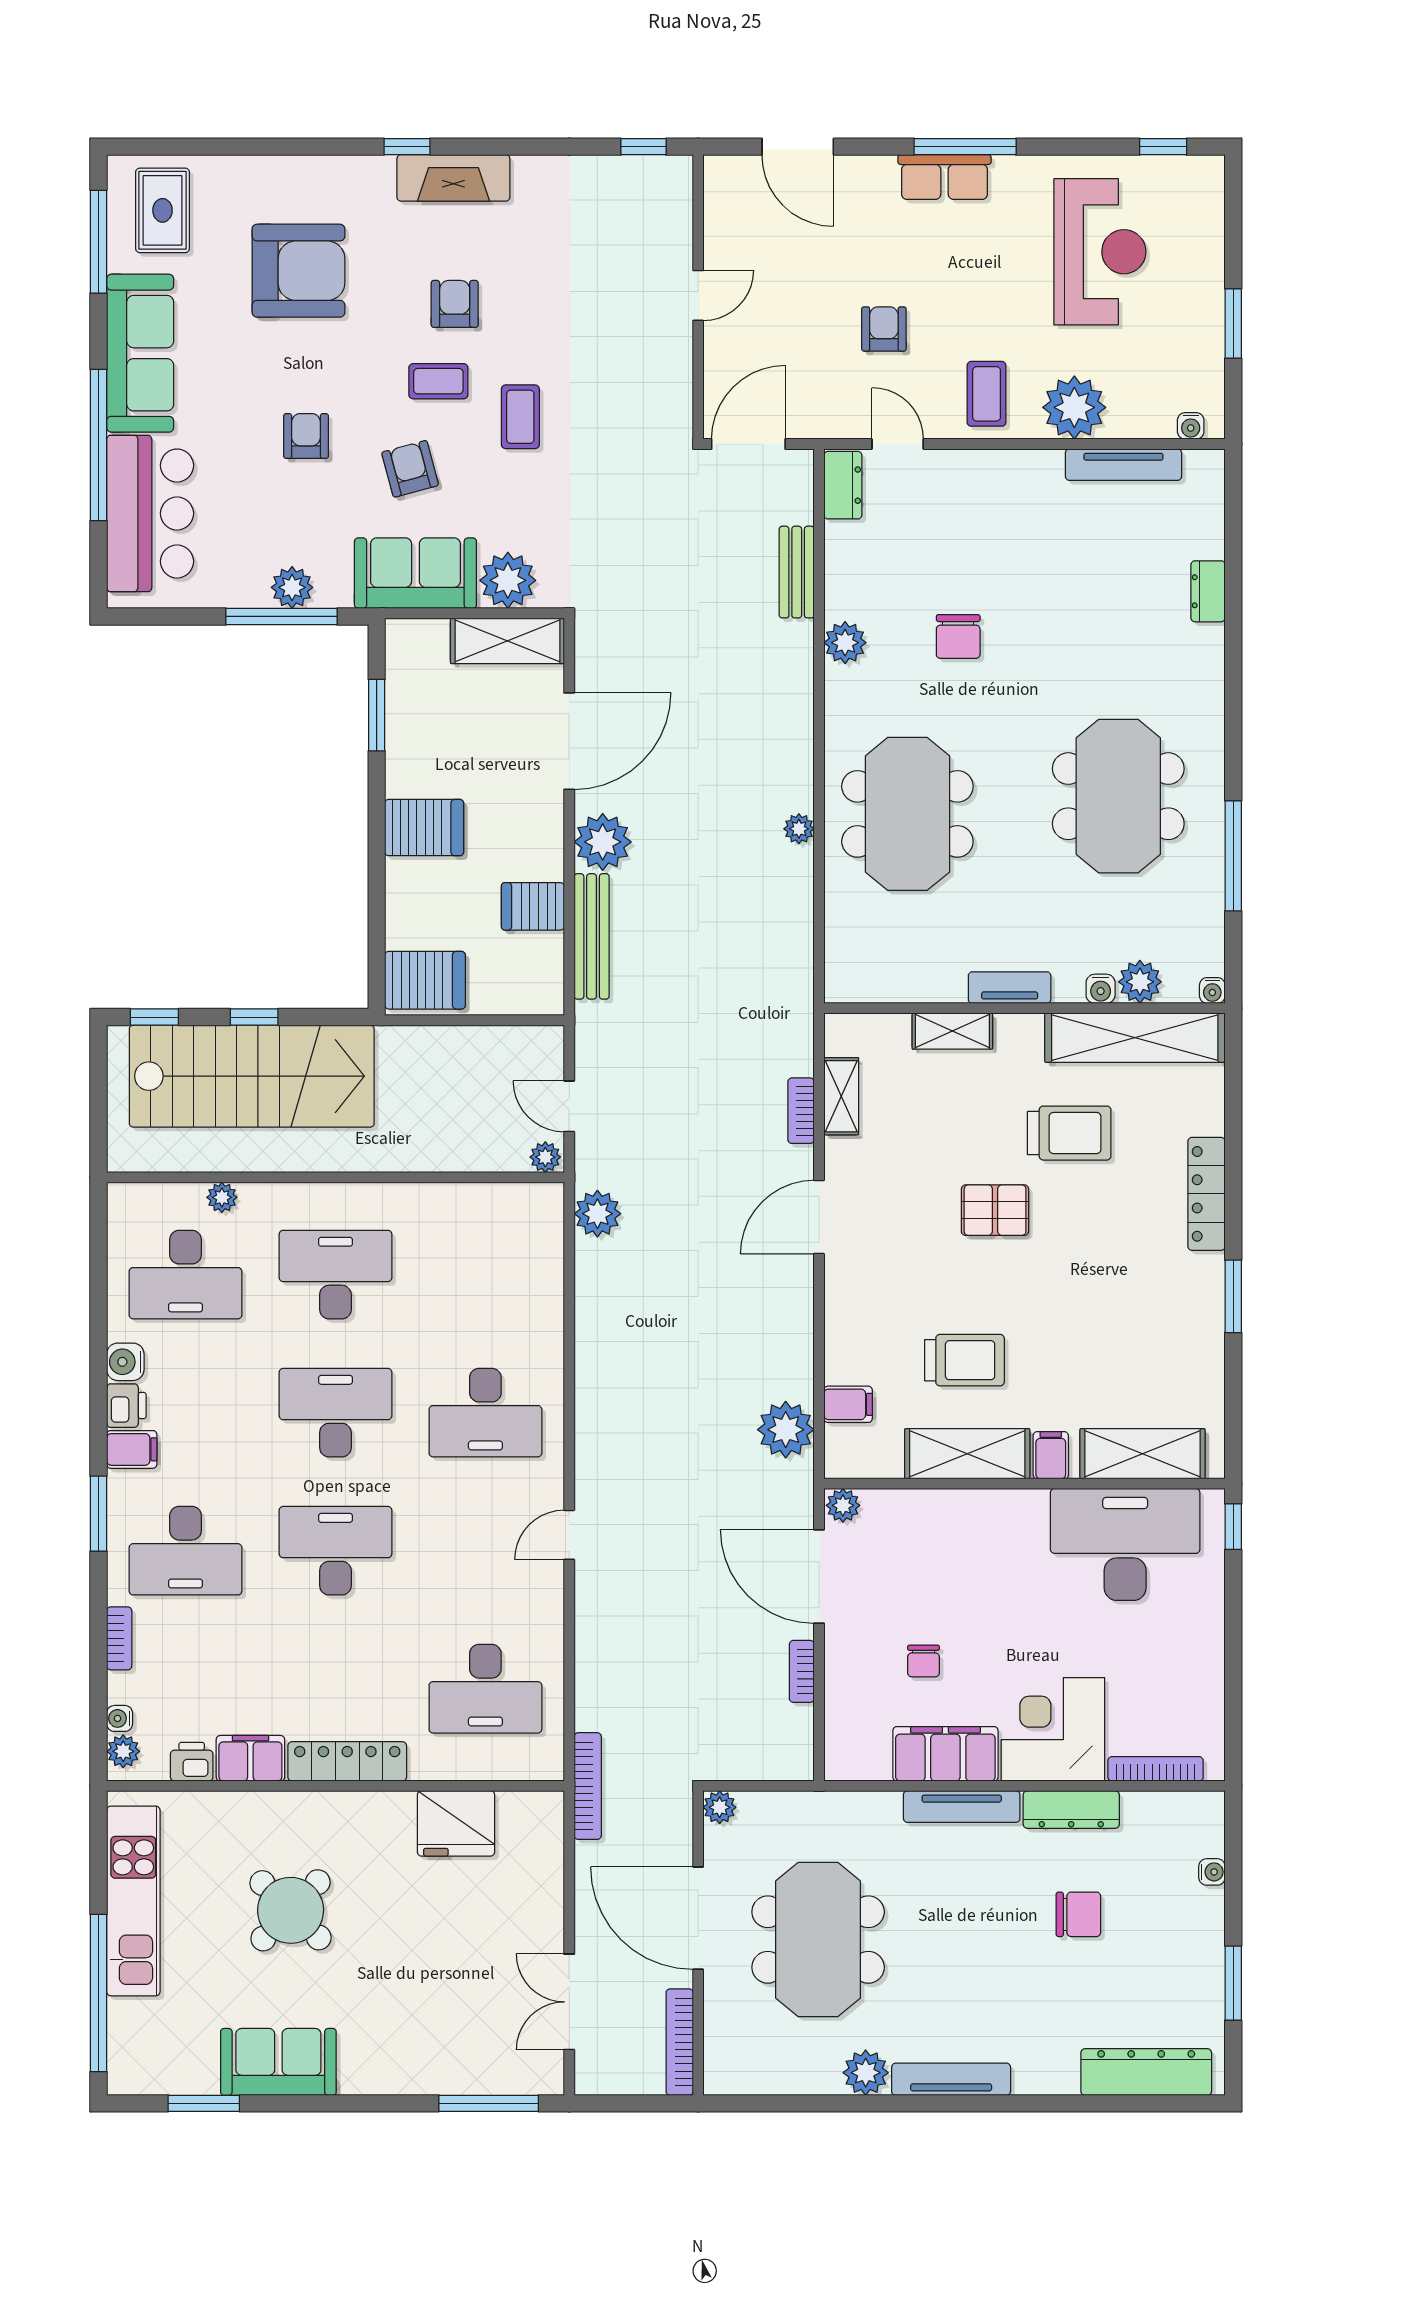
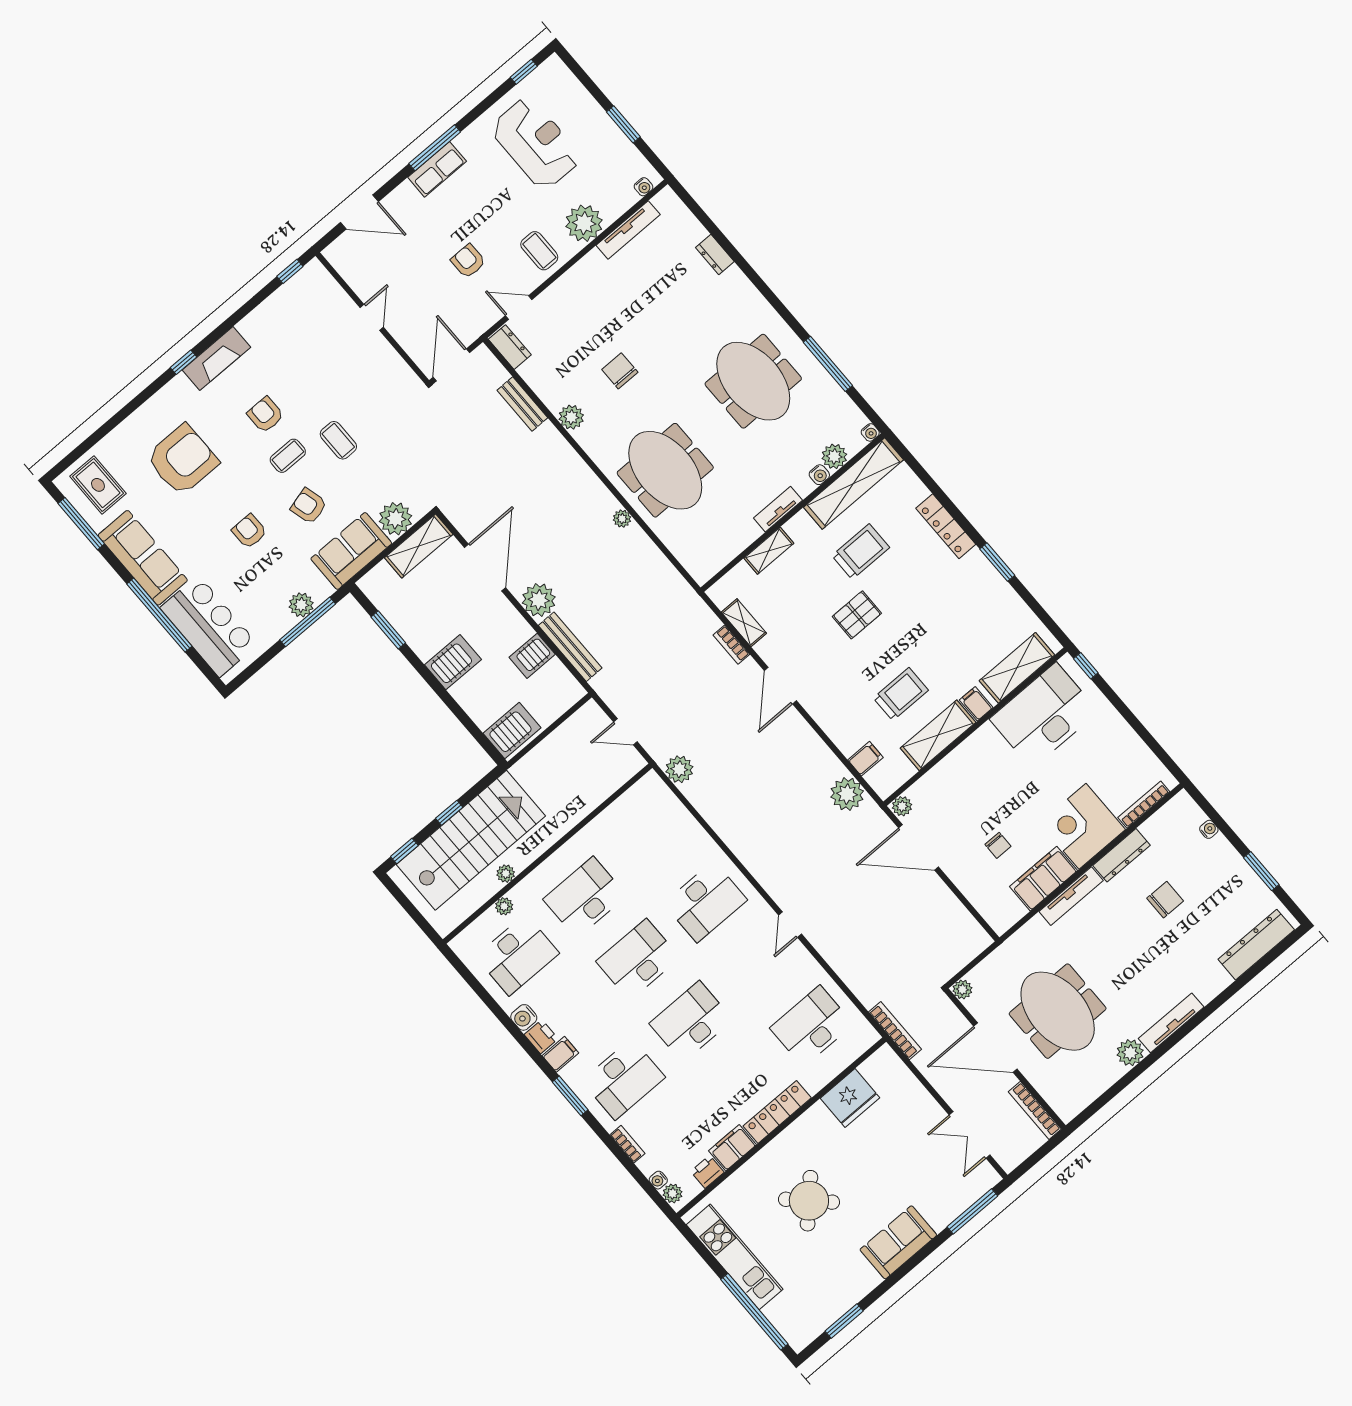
chair: (958, 636) -> (620, 371), turned 180
plant: (545, 1157) -> (506, 874), moved
bookcase: (802, 1671) -> (947, 897), removed
desk: (485, 1689) -> (811, 1026), turned 180
sofa: (278, 2062) -> (898, 1242), moved

